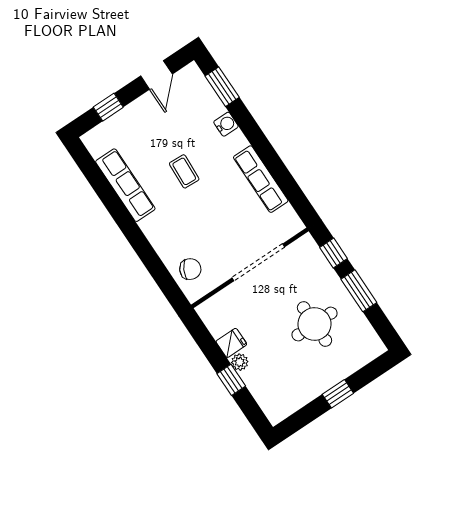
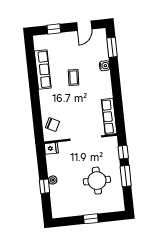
row of seats: (261, 179) -> (109, 117), moved
fridge: (231, 343) -> (51, 148), moved

